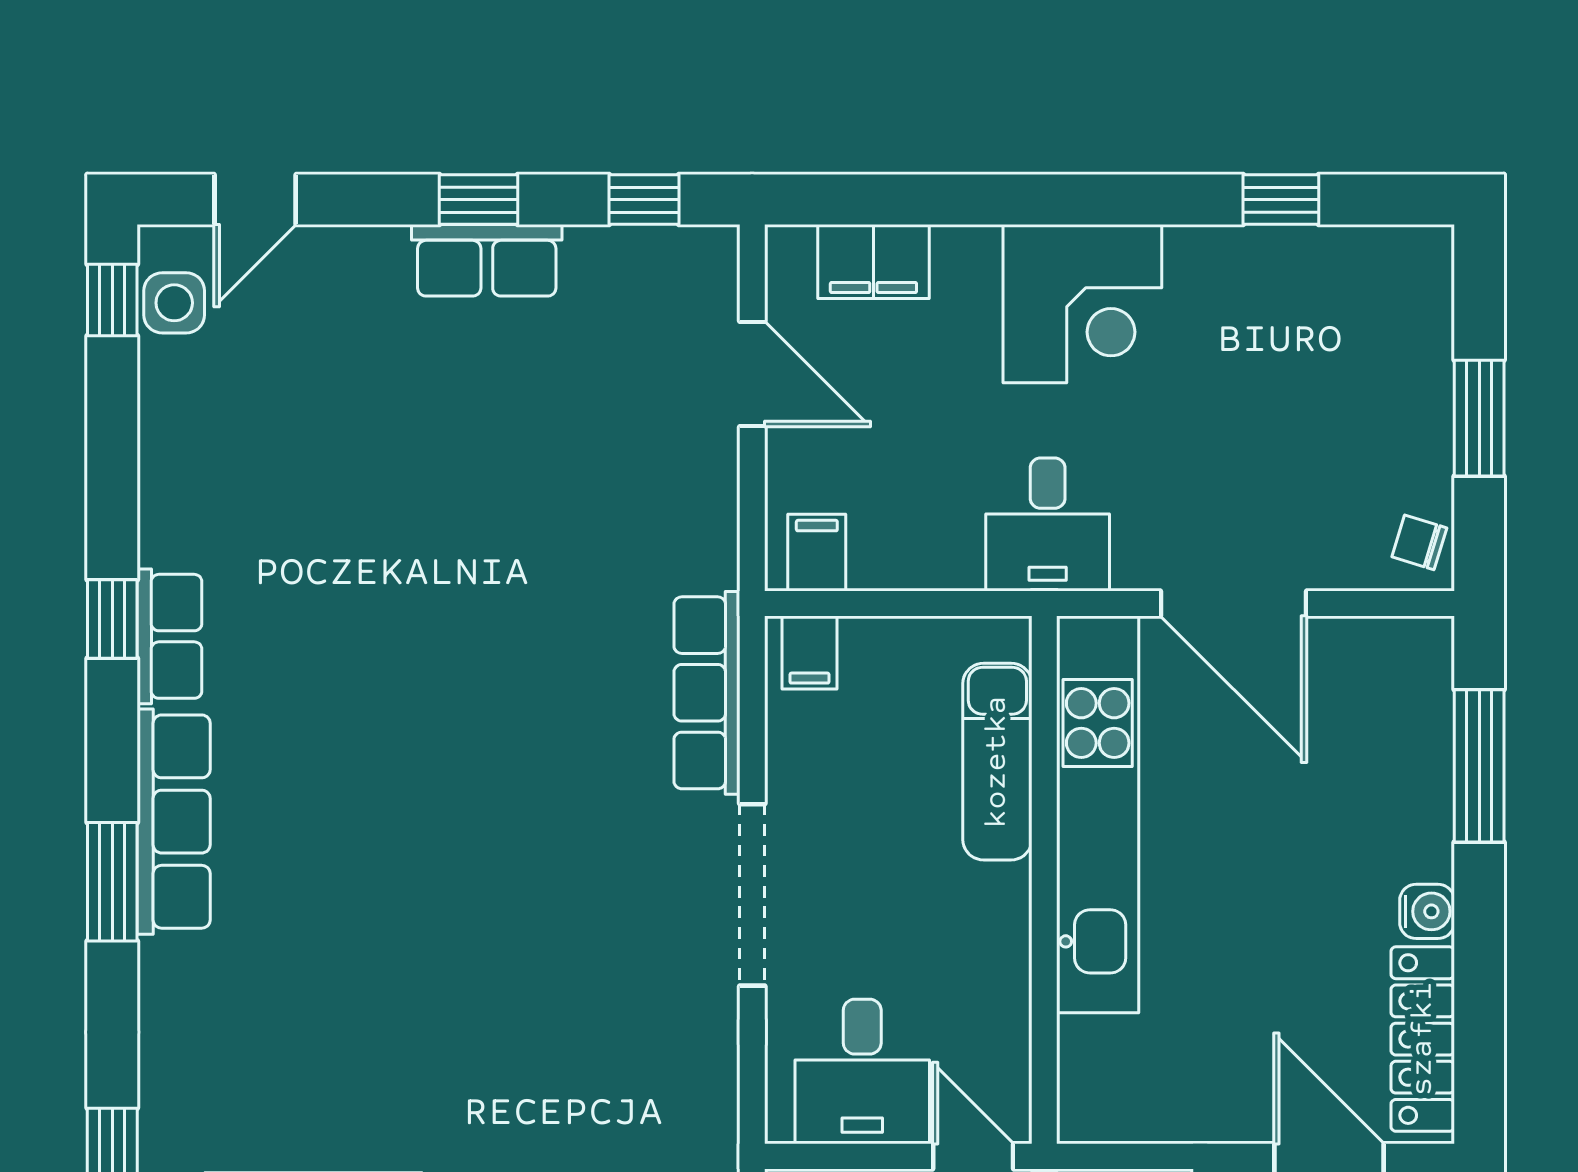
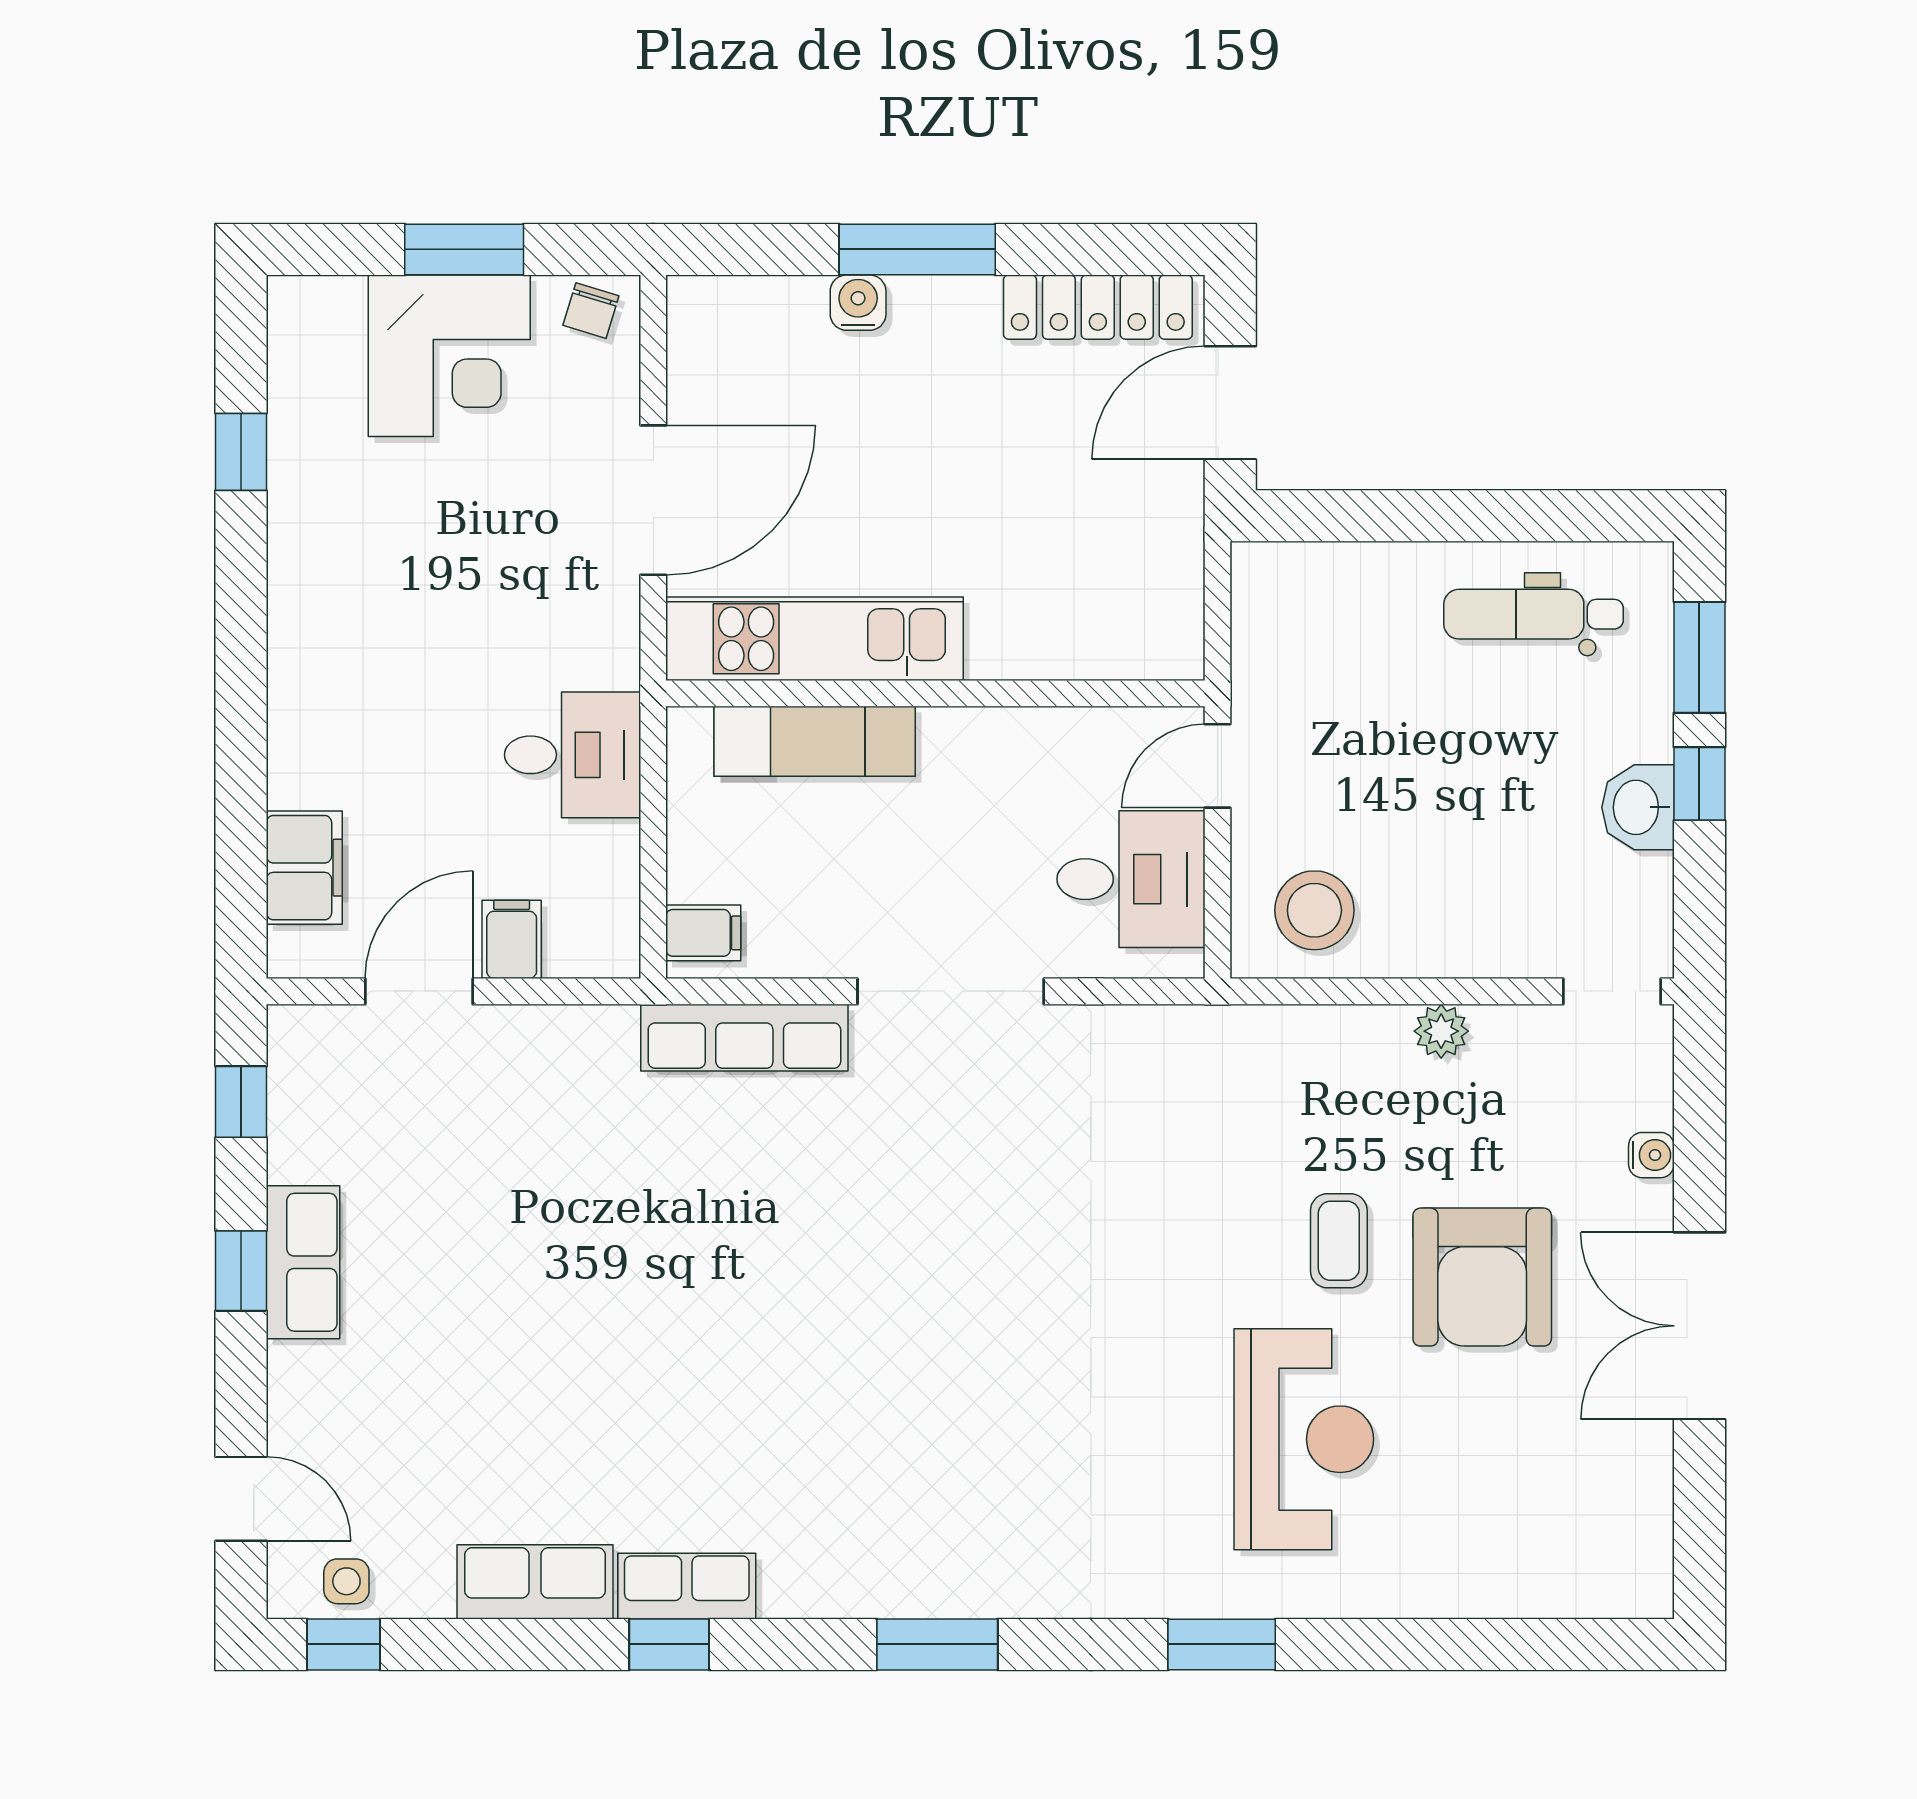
side table: (174, 303) -> (346, 1581), width x0.73, depth x0.73
corner desk: (1082, 304) -> (449, 356), moved, turned 90
desk: (1048, 524) -> (573, 755), moved
filing cabinet: (817, 553) -> (512, 939), moved, turned 90
window: (1479, 766) -> (917, 249), moved
kitchen unit: (1098, 814) -> (814, 639), width x0.73
row of seats: (174, 822) -> (535, 1582), moved, width x0.68
water cooler: (1427, 911) -> (858, 303), moved

